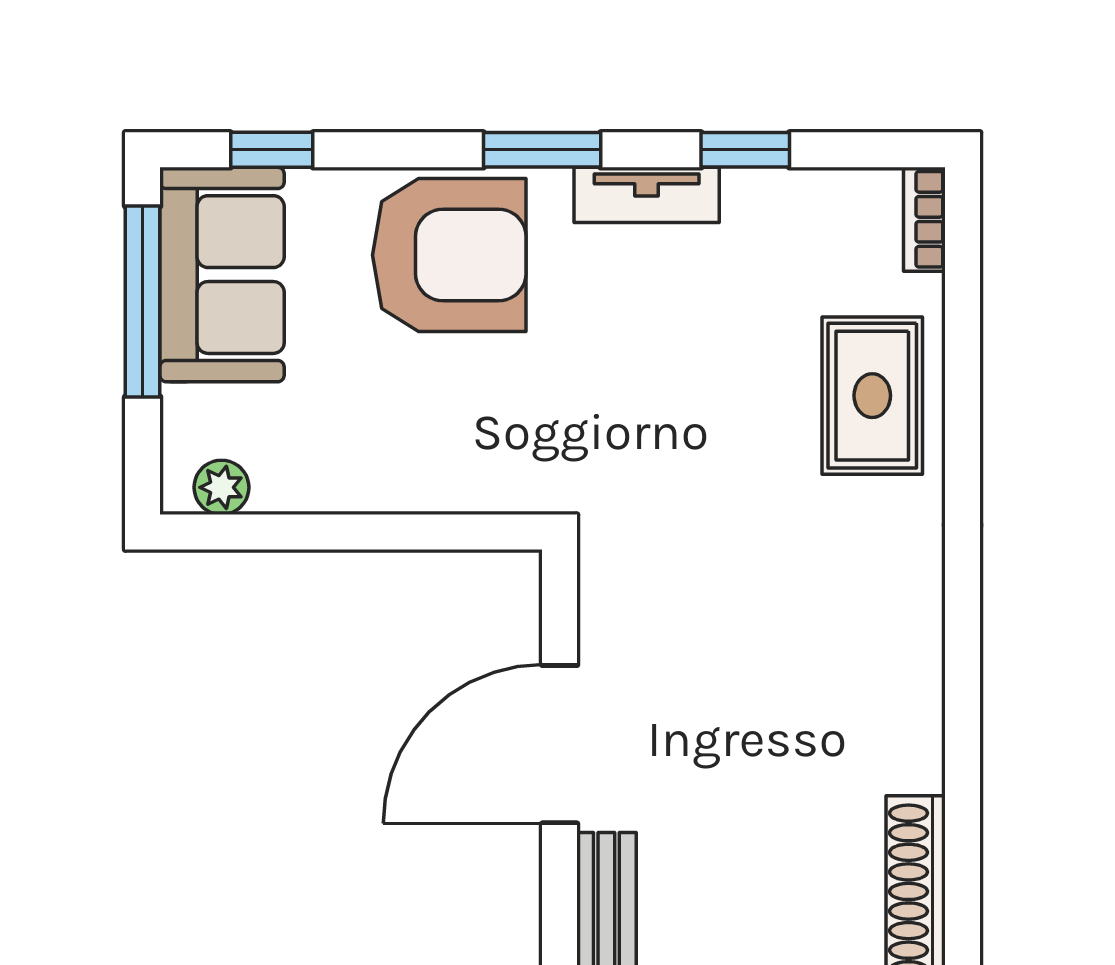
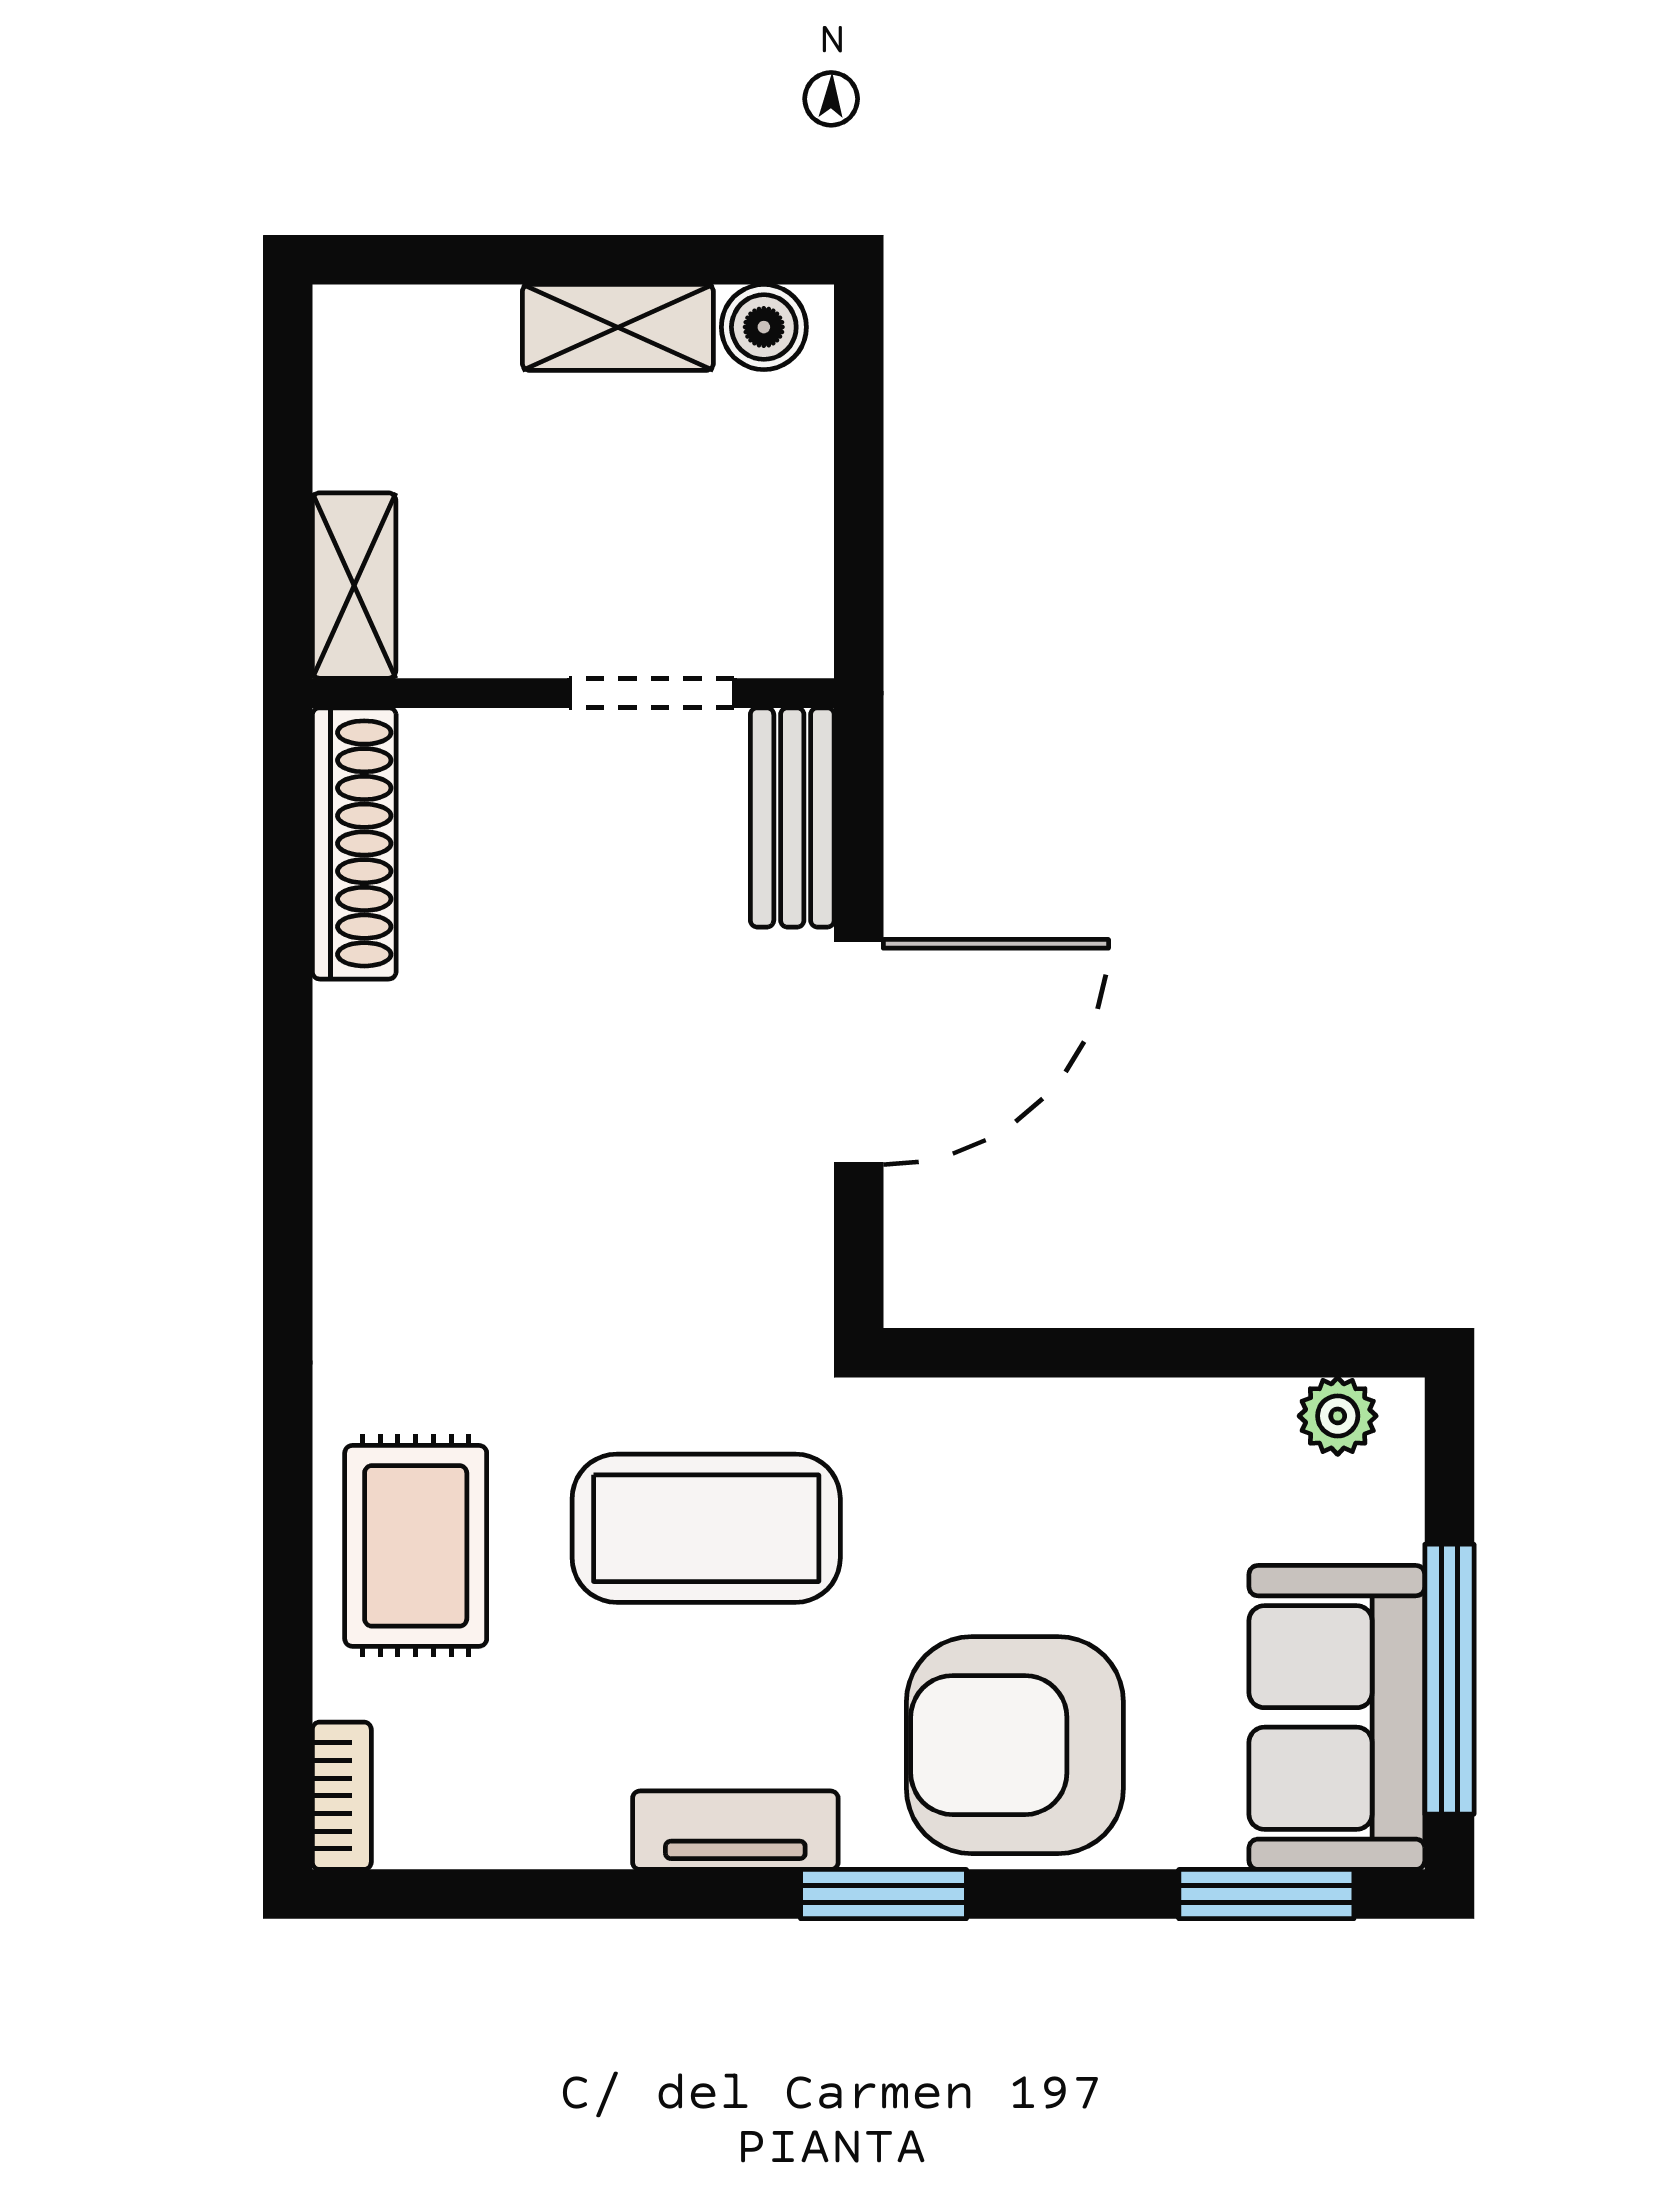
window: (272, 150) -> (1266, 1894), width x1.50
window: (745, 150) -> (596, 1894), removed
coffee table: (667, 408) -> (706, 1528), added

